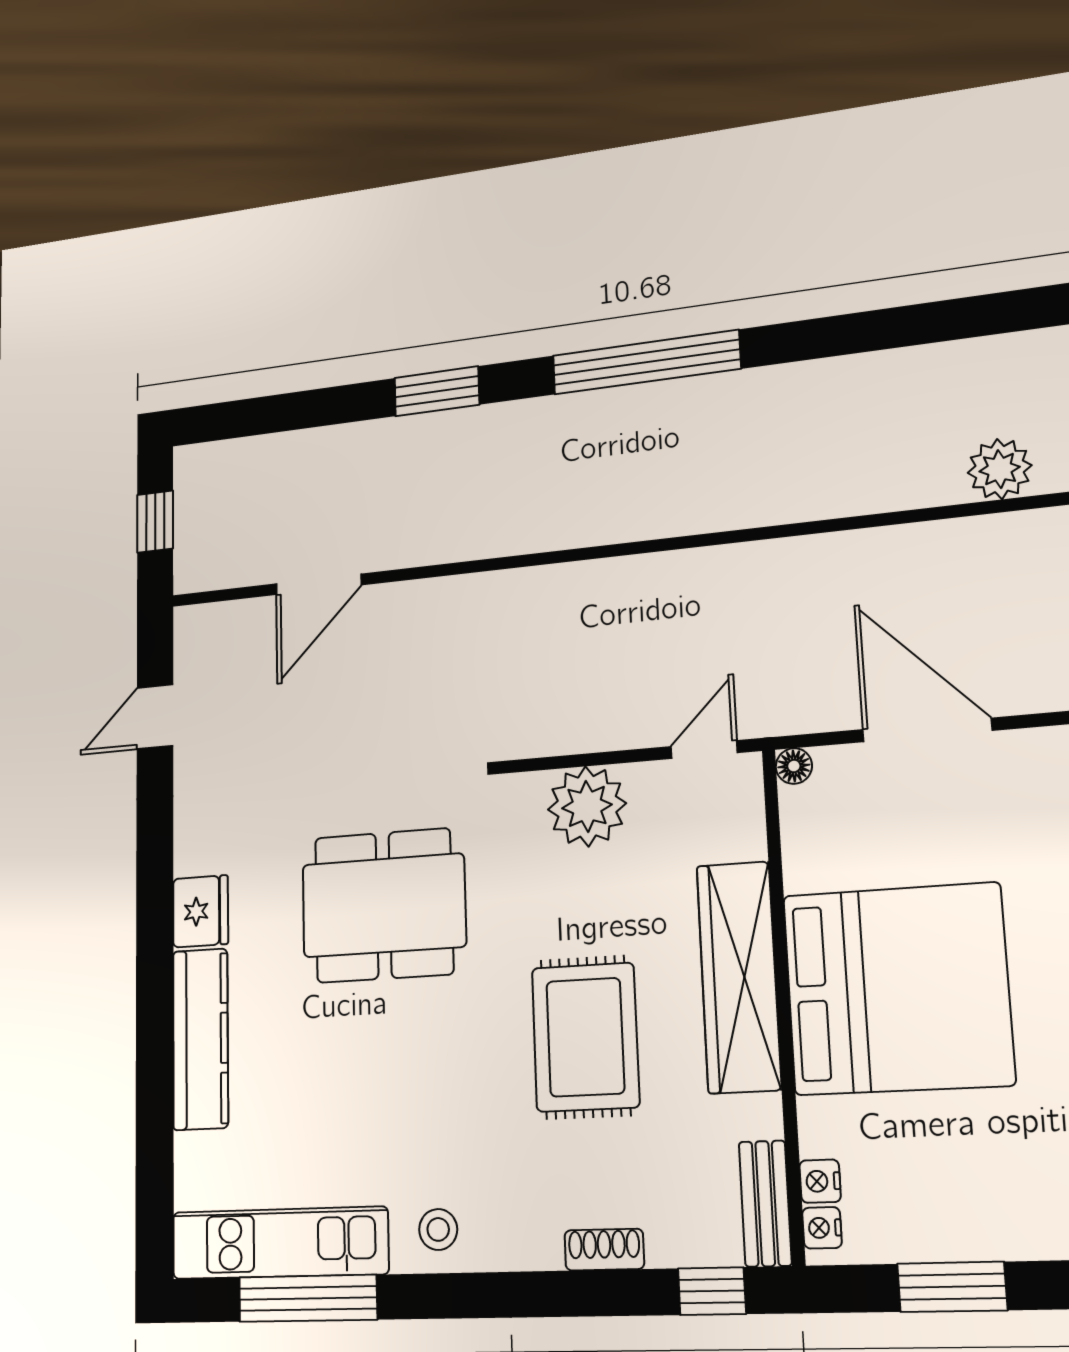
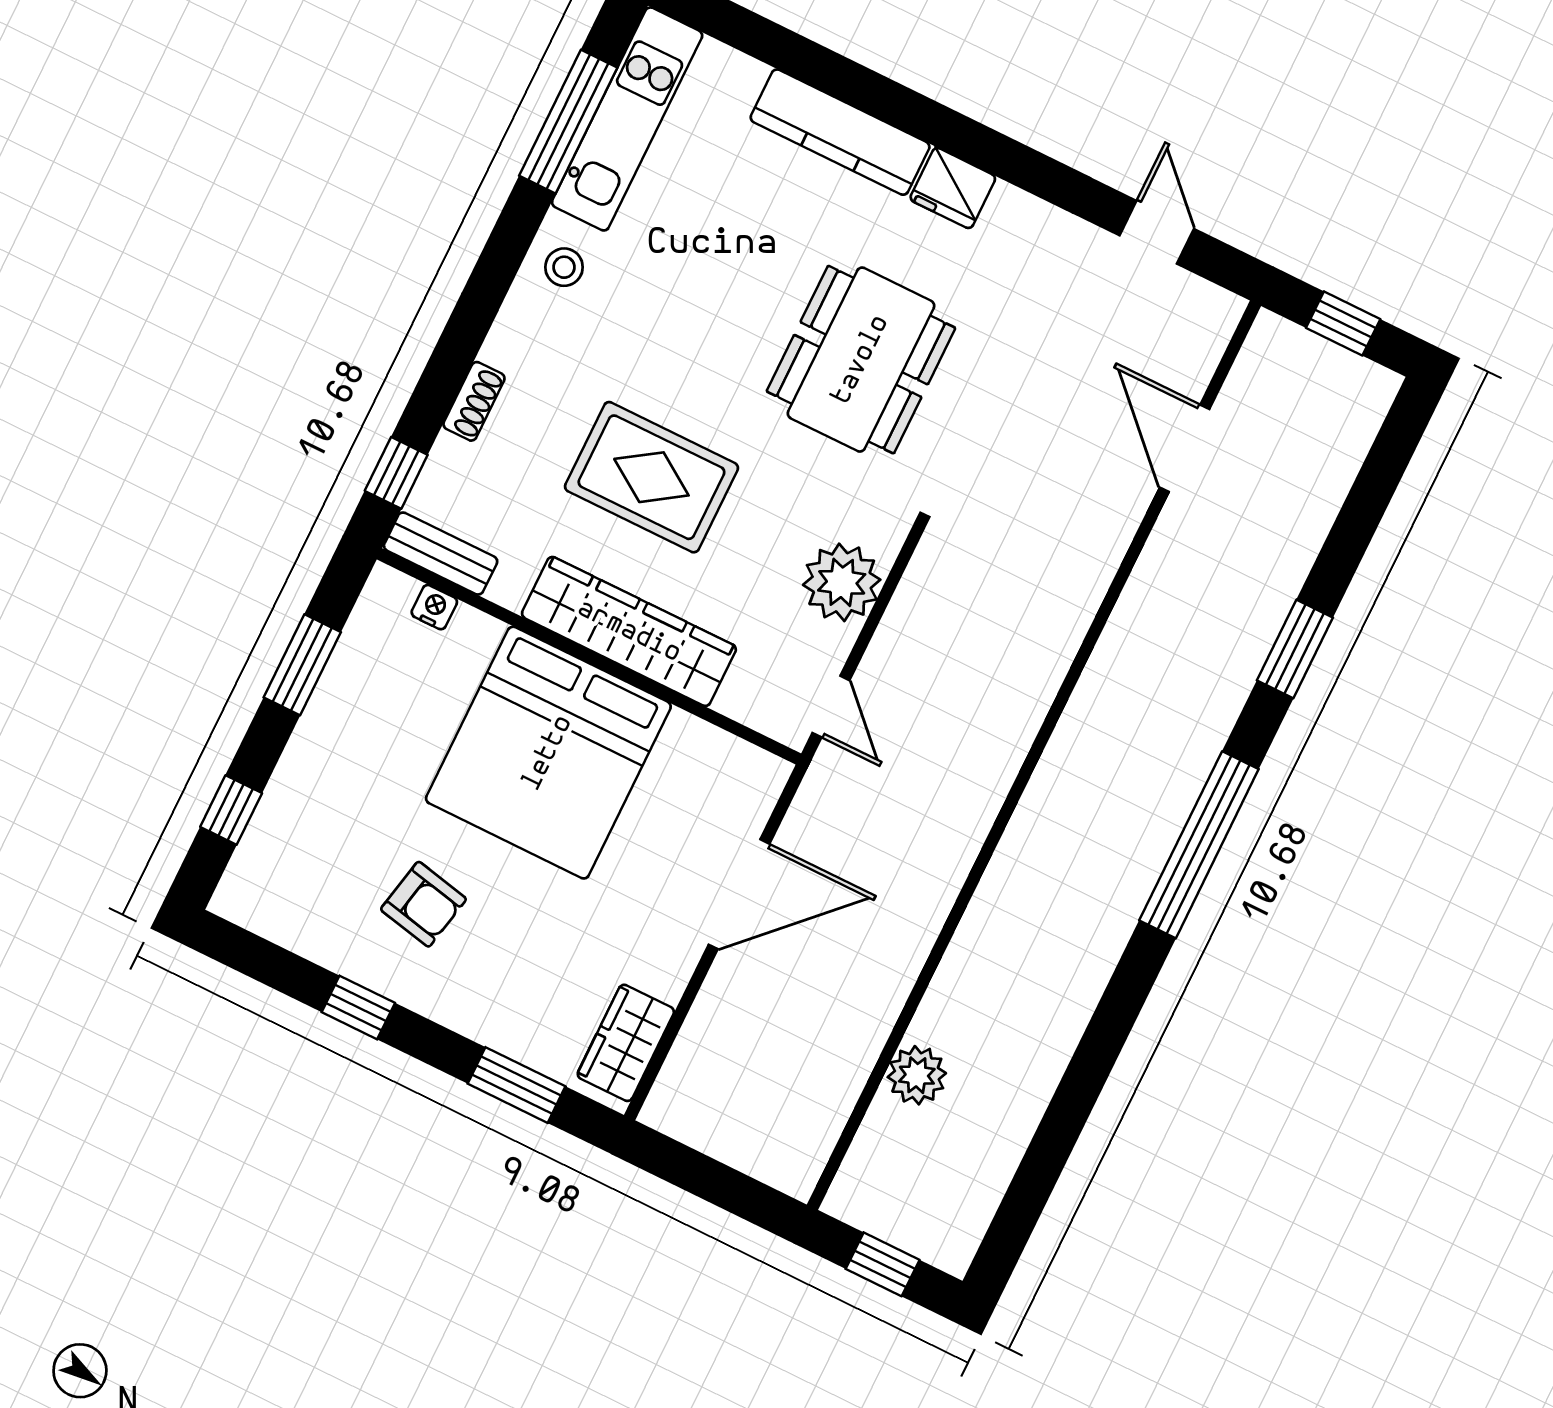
floor lamp: (794, 766) -> (773, 772), removed
nightstand: (822, 1228) -> (398, 588), removed

